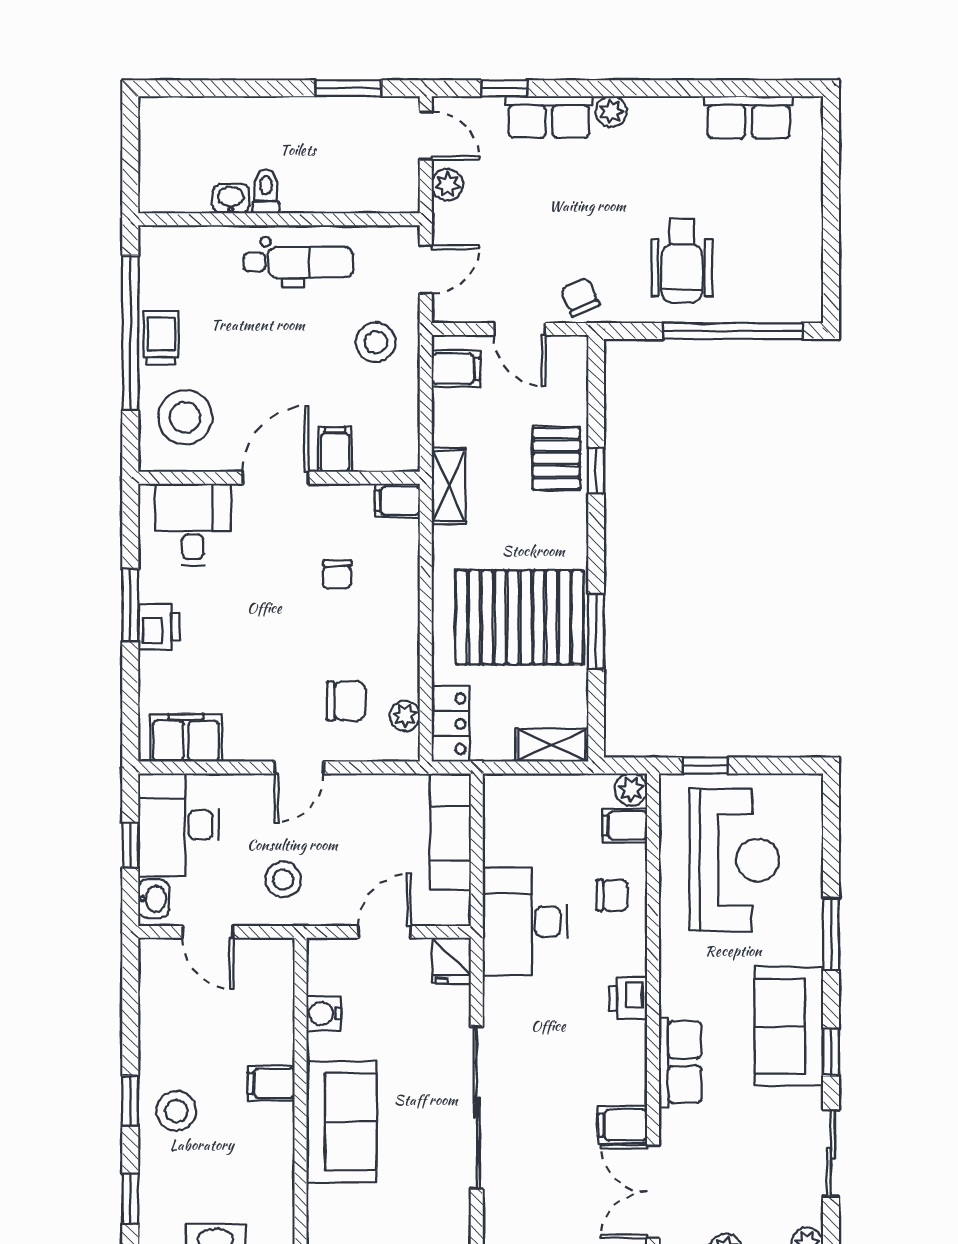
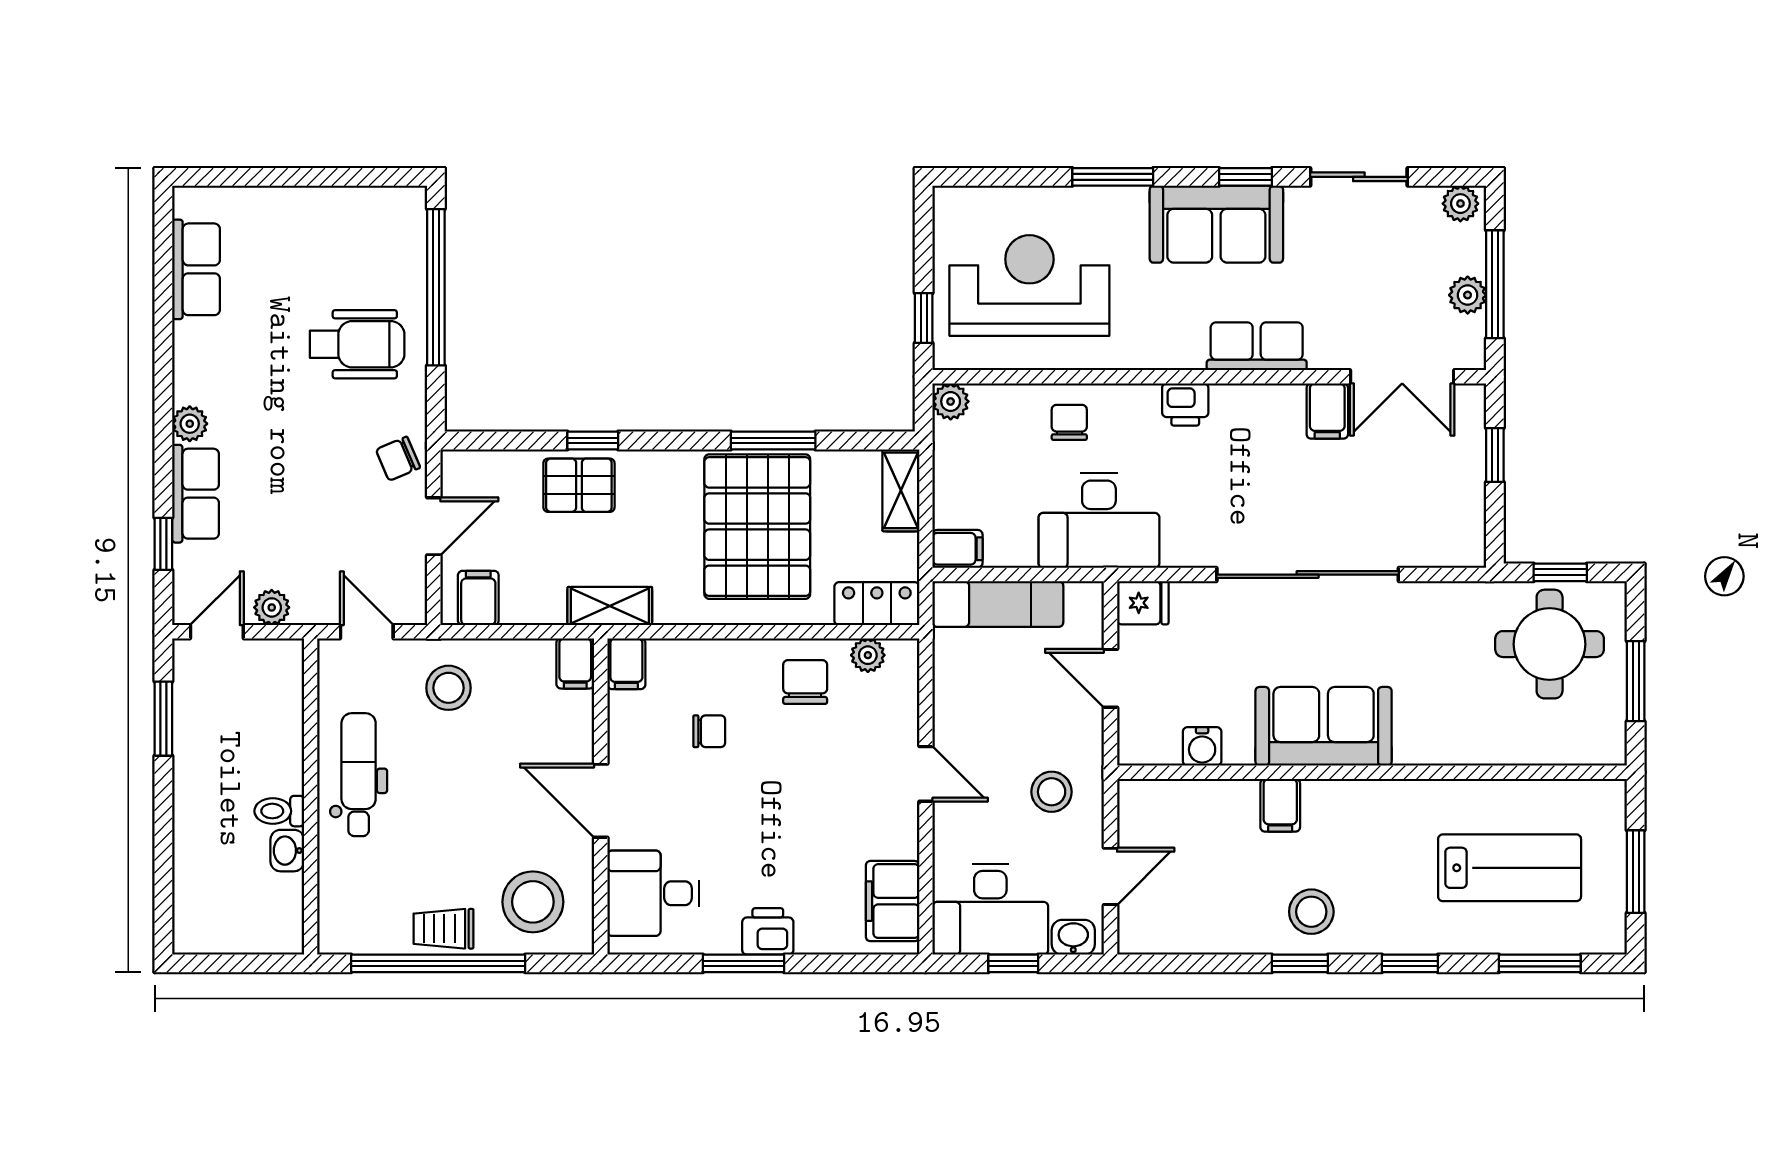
filing cabinet: (335, 449) -> (575, 663), moved, turned -90
chair: (346, 701) -> (805, 682), moved
filing cabinet: (625, 825) -> (957, 549), moved, turned -90

